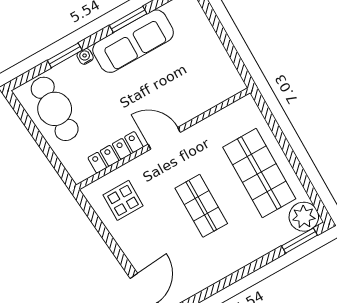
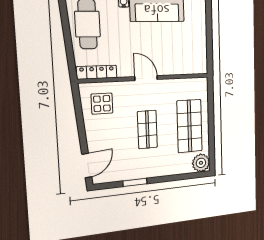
locker: (116, 152) -> (97, 72), moved
window: (300, 241) -> (135, 182), moved

